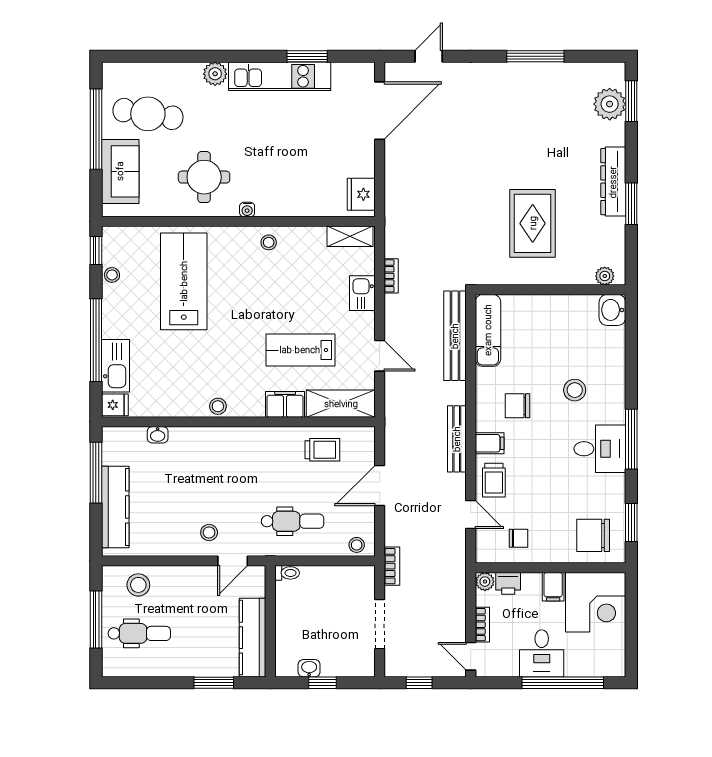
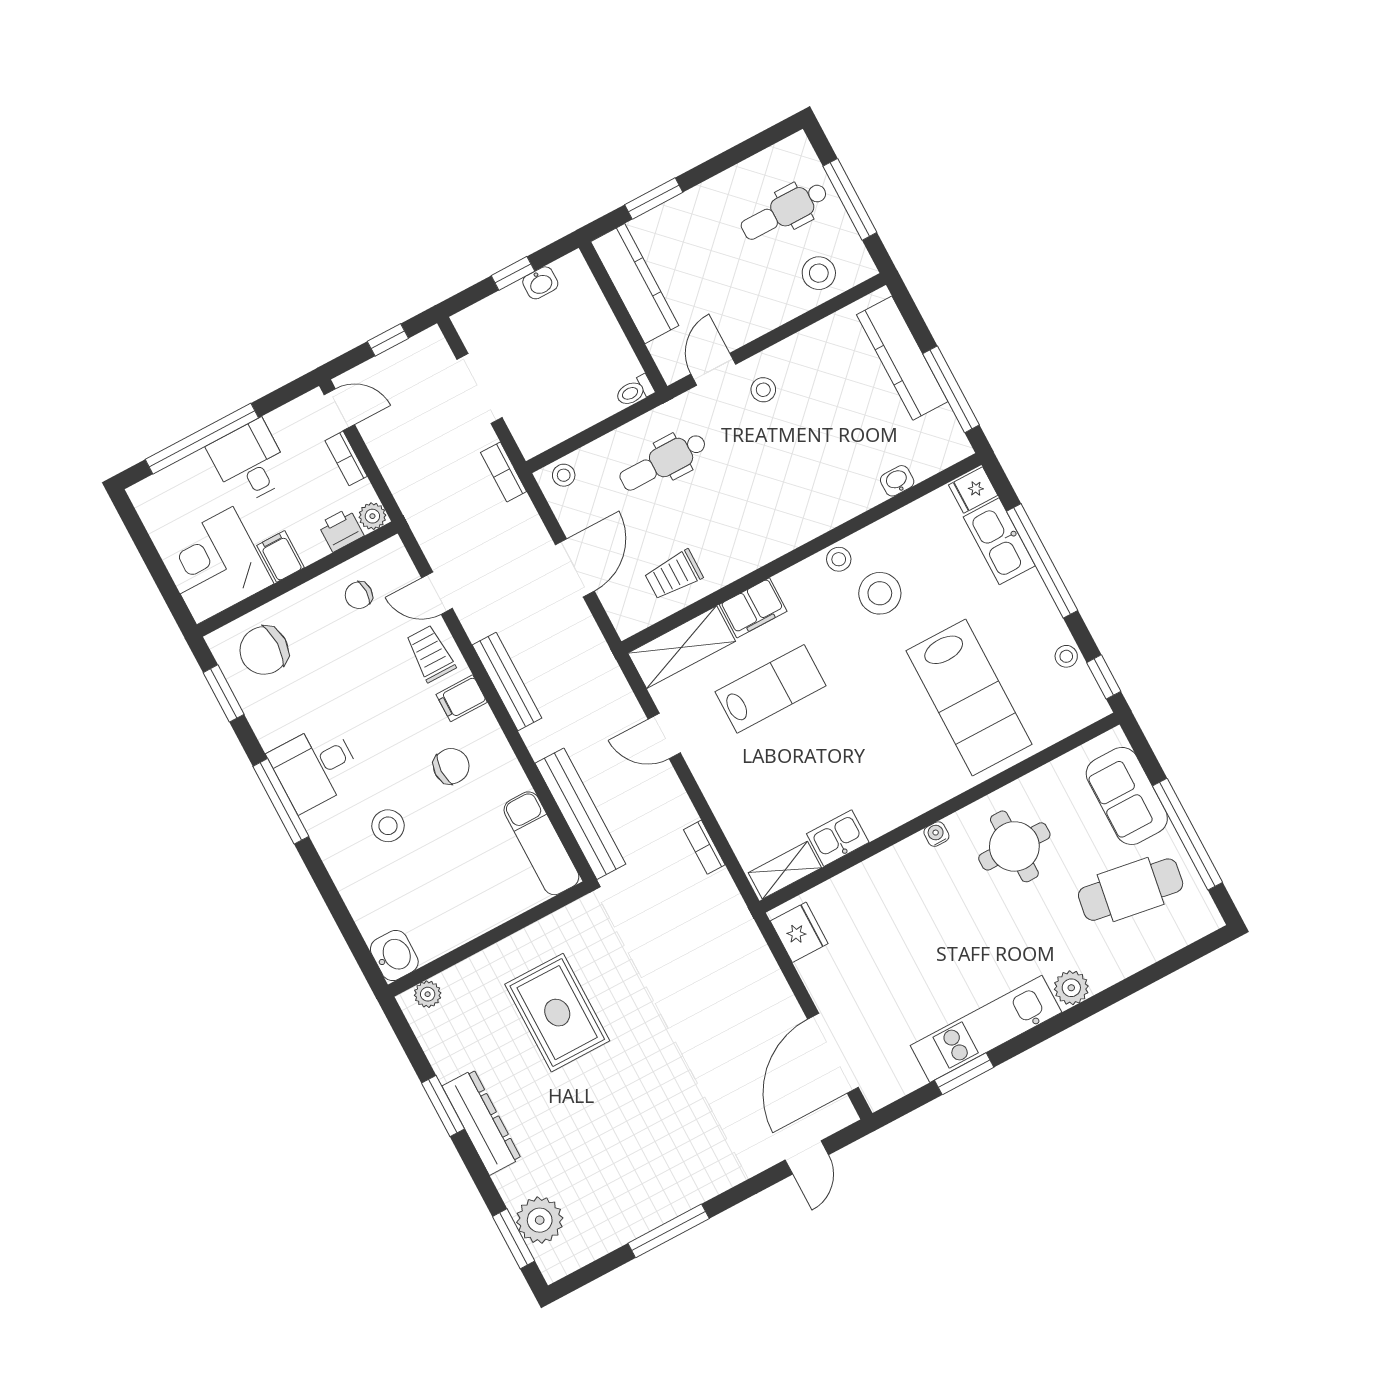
stool: (269, 242) -> (880, 593), moved, width x1.89, depth x1.89
kitchen sink: (362, 293) -> (838, 838), moved, turned -90
chair: (593, 535) -> (264, 650), turned 180

